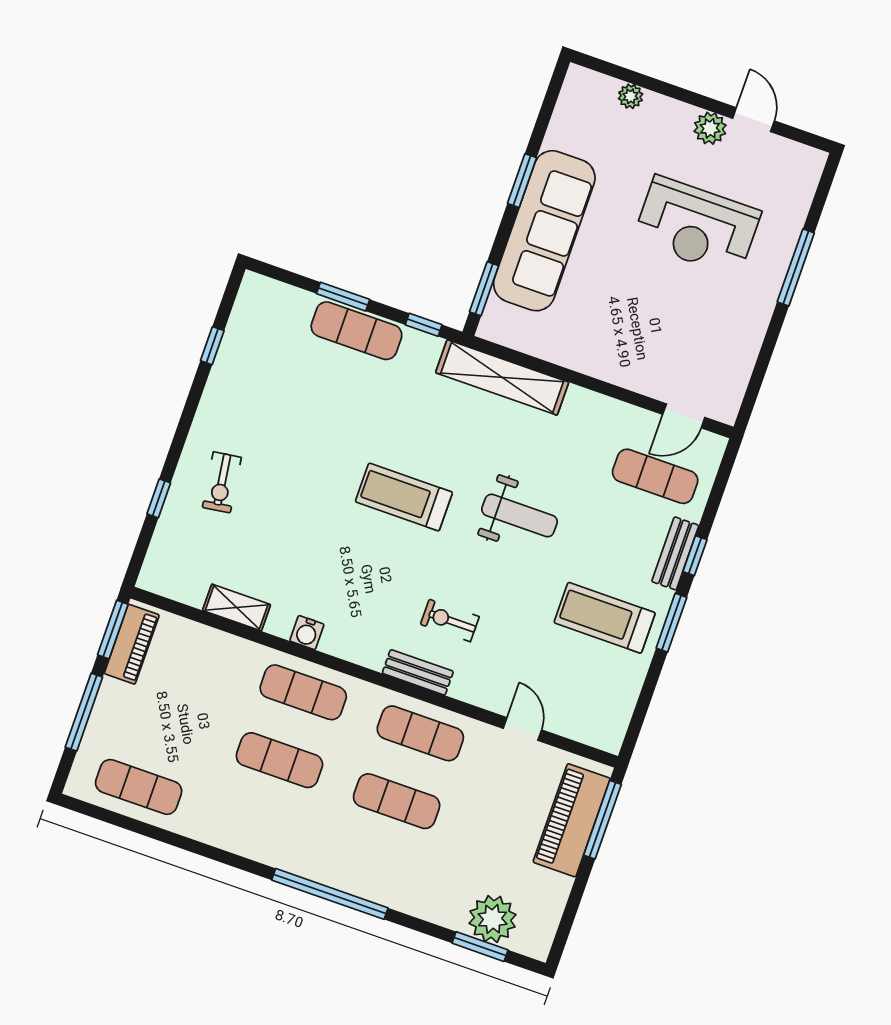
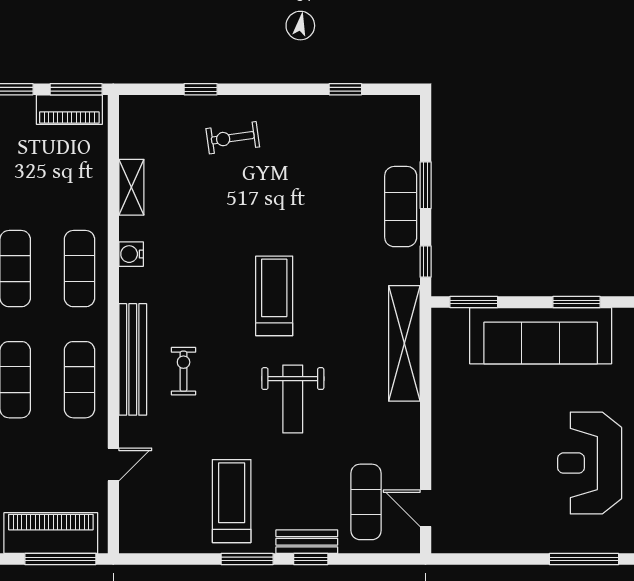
bench: (418, 672) -> (133, 359), width x1.86, depth x1.21

